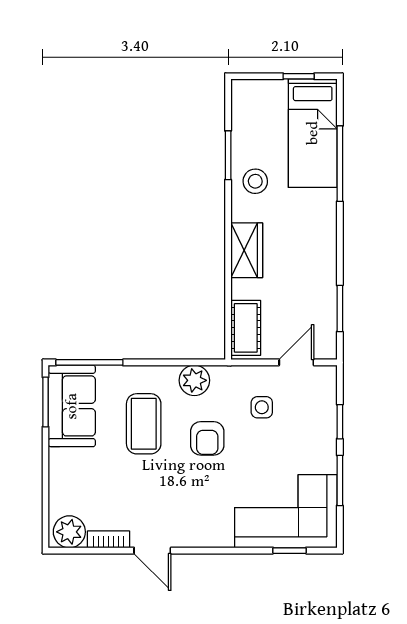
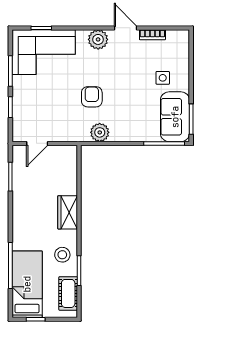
cot: (246, 328) -> (68, 293), moved
side table: (262, 407) -> (163, 78), moved
coffee table: (144, 424) -> (131, 106), removed
plant: (69, 532) -> (98, 39), moved

